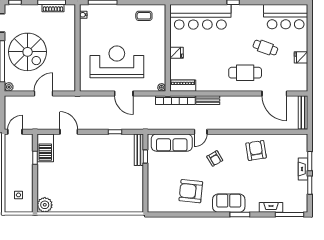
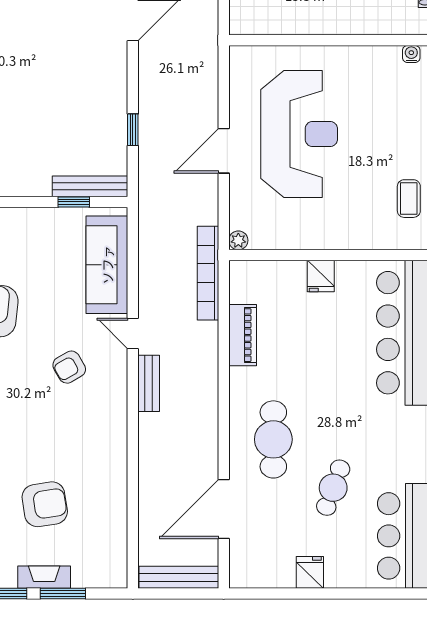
piano: (183, 86) -> (243, 335), moved
bench: (208, 100) -> (149, 383), moved
armchair: (256, 150) -> (45, 504), moved

